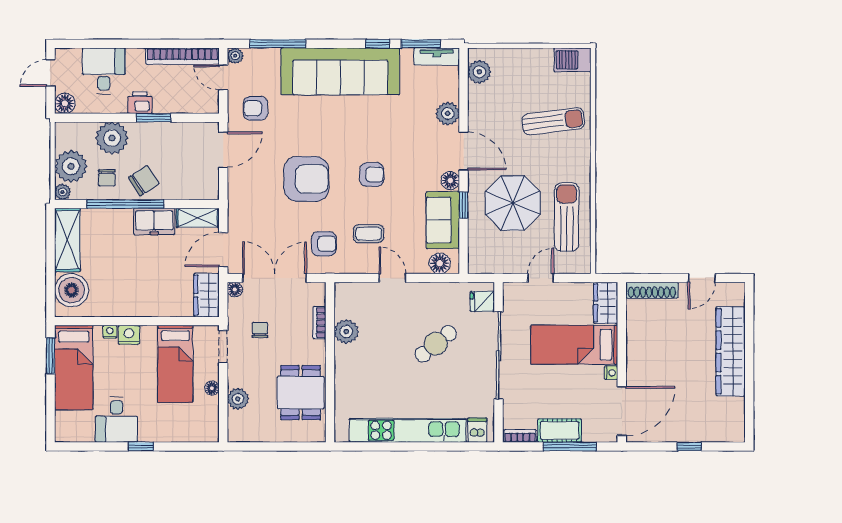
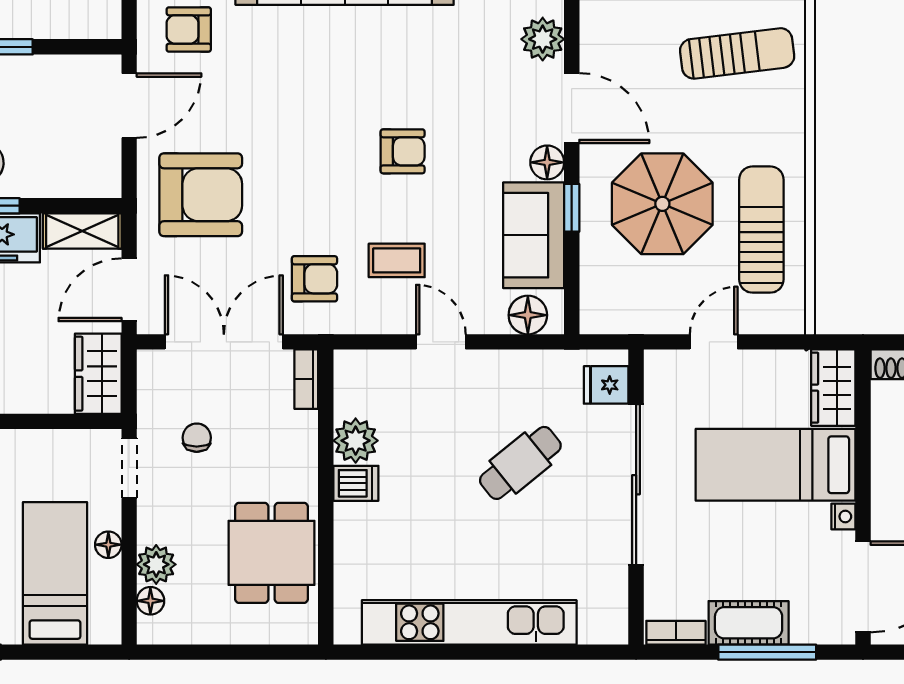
armchair: (306, 179) -> (201, 195), moved
floor lamp: (235, 290) -> (150, 601), moved
bookcase: (319, 323) -> (306, 379), moved
bed: (175, 364) -> (55, 573), moved, turned 180
dishwasher: (477, 430) -> (356, 483), moved, turned 90

